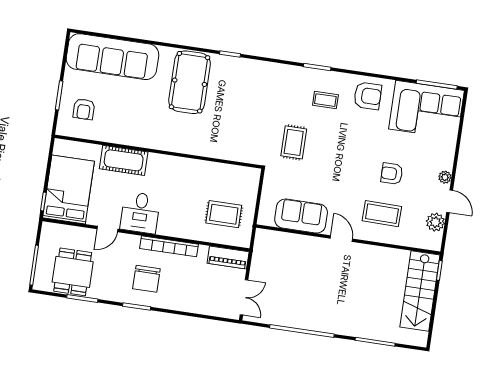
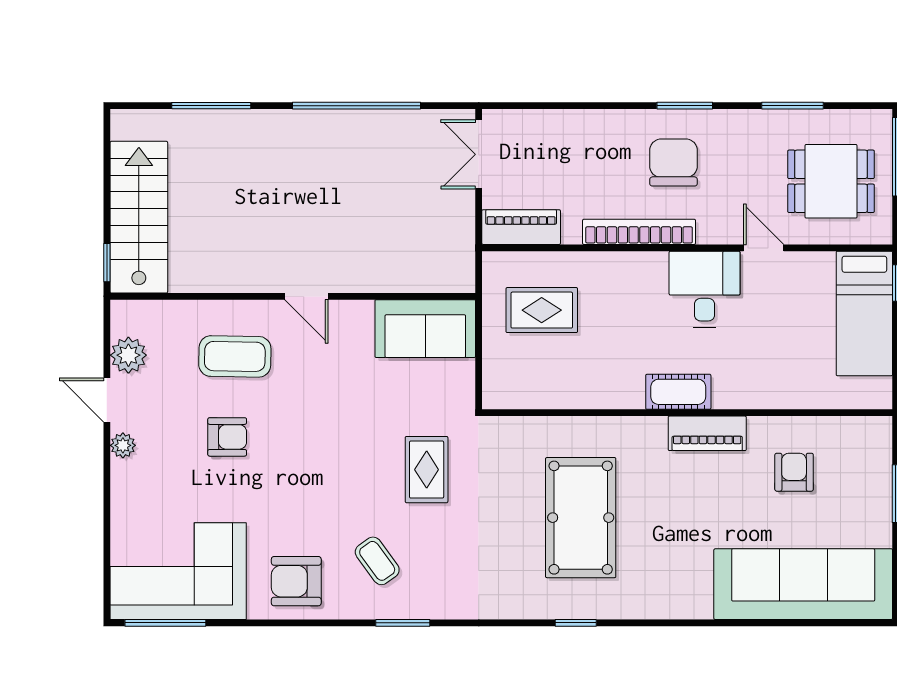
pool table: (190, 82) -> (581, 518), moved
coffee table: (325, 100) -> (377, 561), turned 54
armchair: (84, 109) -> (794, 472), moved
piano: (150, 140) -> (707, 433), added
cot: (124, 160) -> (678, 392), moved, width x0.73, depth x0.75
bed: (69, 190) -> (864, 313), width x0.67
sofa: (301, 216) -> (425, 329), moved
door: (107, 229) -> (764, 248), hinge flipped
dining table: (73, 272) -> (831, 181), moved, turned 90

